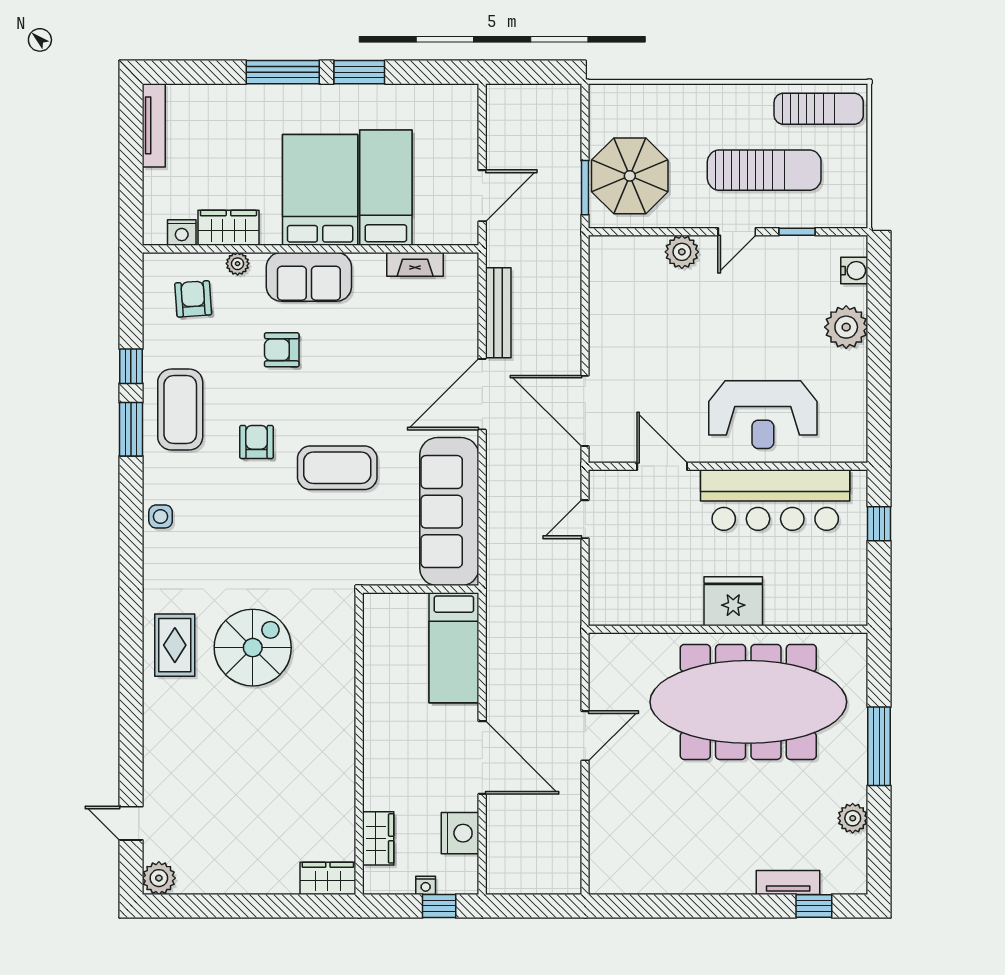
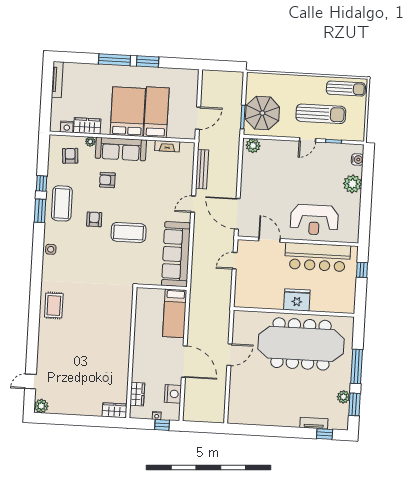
plant: (682, 252) -> (253, 146), moved
sofa: (309, 277) -> (121, 149), width x1.36
door: (482, 394) -> (193, 204), width x0.53
spiral stairs: (253, 648) -> (88, 308), removed
door: (131, 823) -> (30, 382), hinge flipped
window: (879, 834) -> (354, 404), added

